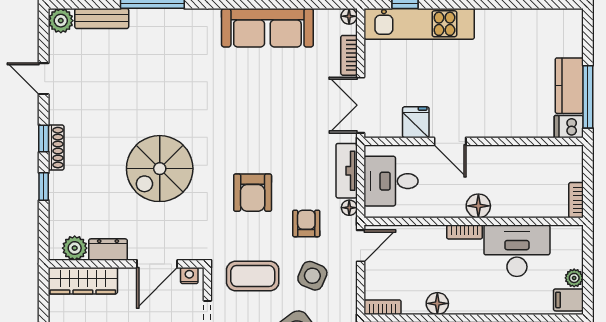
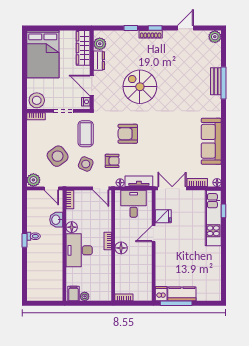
bench: (102, 18) -> (216, 81), moved
desk: (517, 251) -> (79, 250), moved, turned 180

